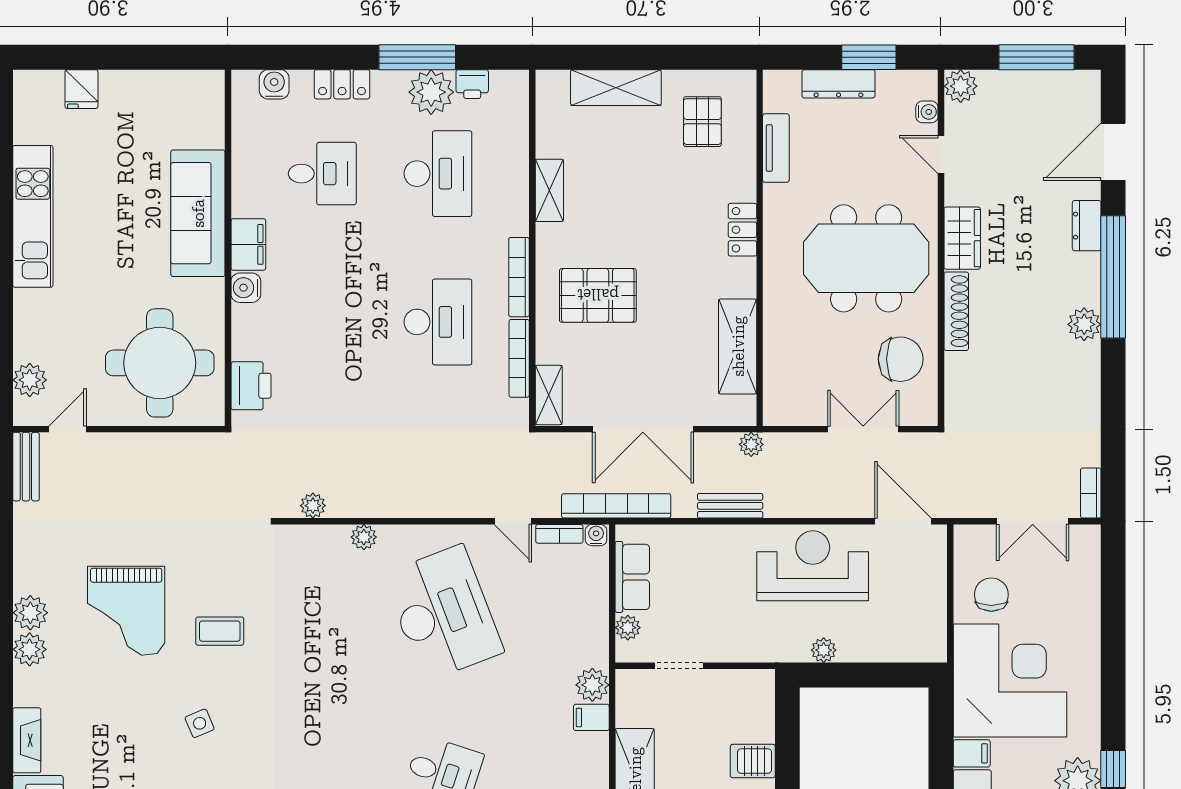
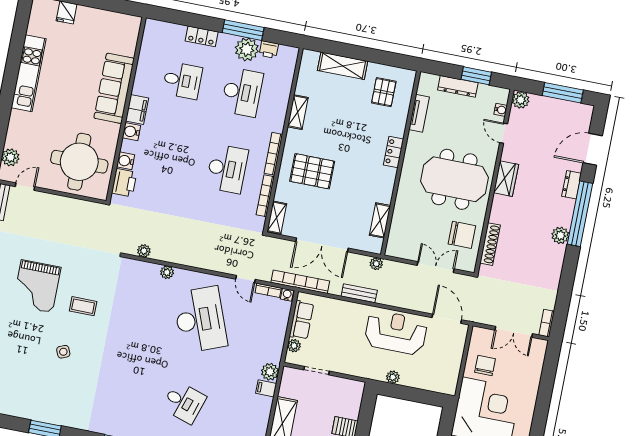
water cooler: (274, 84) -> (126, 161), moved, turned -90
shoe rack: (956, 311) -> (490, 244), moved
shelving: (738, 346) -> (380, 220), width x0.67, depth x0.75

